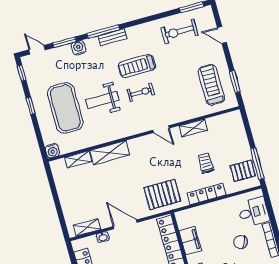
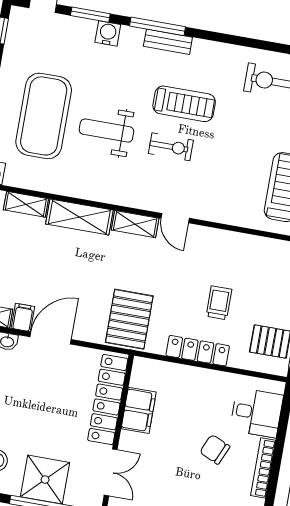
treadmill: (137, 66) -> (184, 104), turned 180
shelving: (193, 128) -> (135, 224), moved
pallet: (162, 194) -> (129, 319), turned 90
filing cabinet: (105, 220) -> (23, 317), added
door: (125, 224) -> (51, 338), hinge flipped

